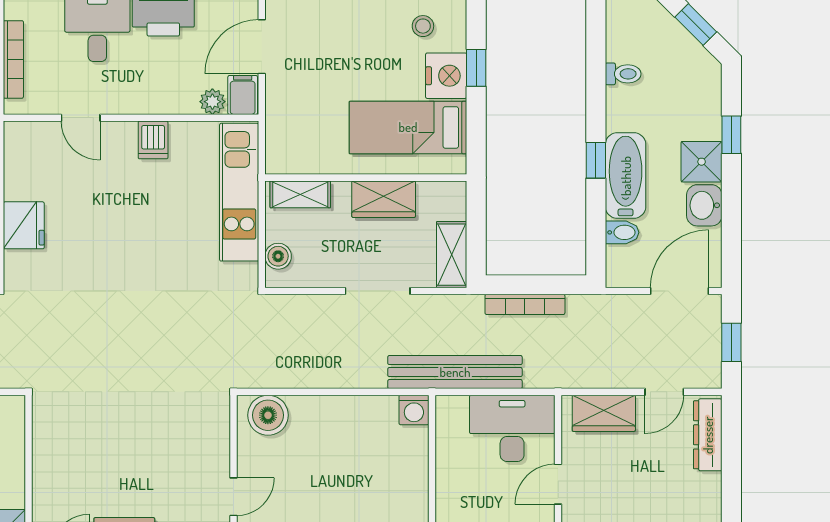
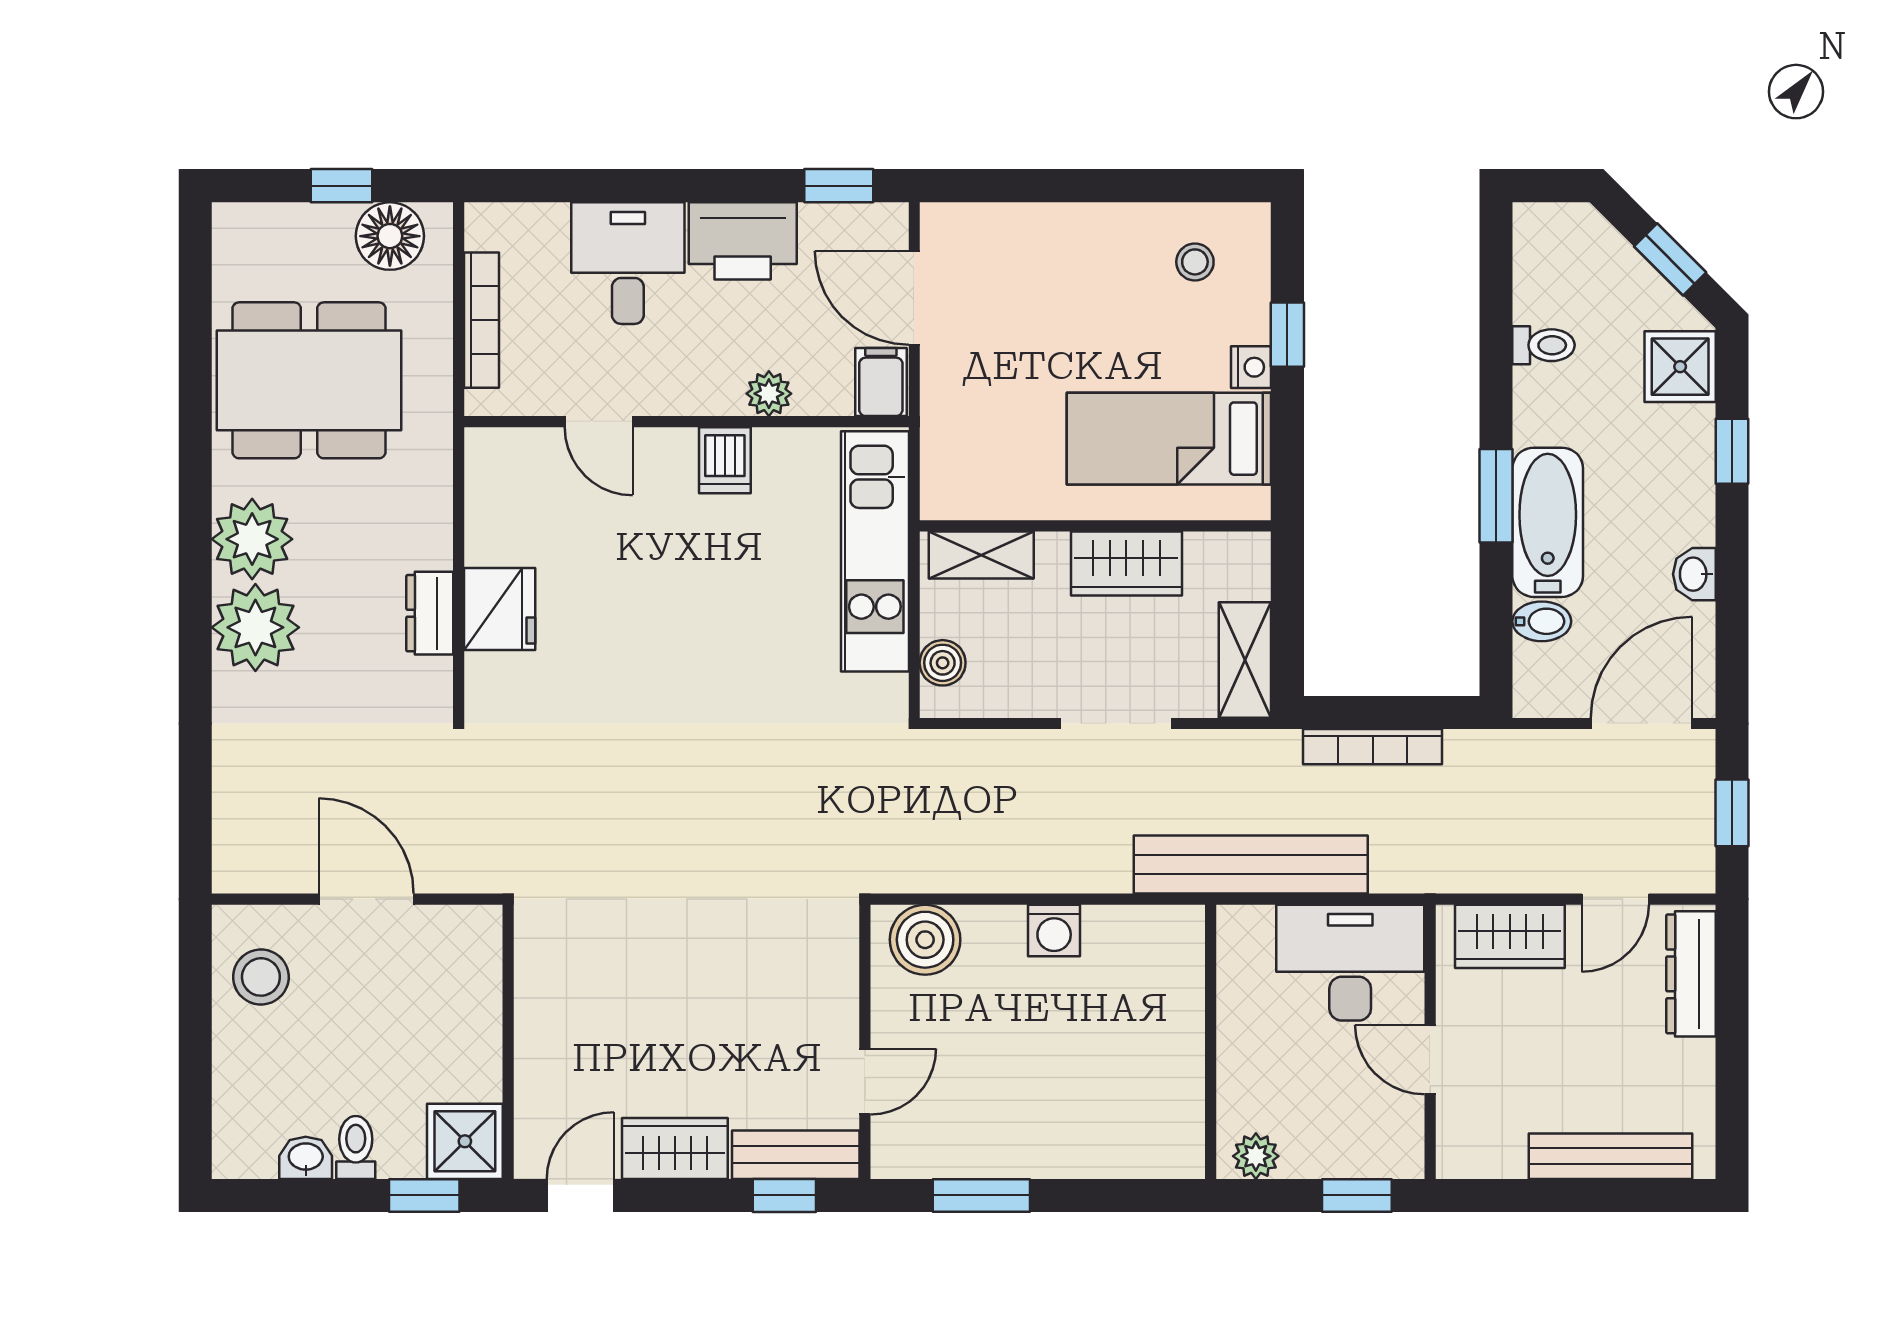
door: (262, 47) -> (914, 298), hinge flipped
nightstand: (446, 76) -> (1251, 367), width x0.53, depth x0.56
plant: (212, 102) -> (769, 394), moved
window: (596, 160) -> (1496, 496), width x1.50
shower: (702, 162) -> (1680, 367), moved
washbasin: (704, 205) -> (1694, 574), width x0.72, depth x0.69
washing machine: (414, 410) -> (1054, 930), moved
door: (558, 484) -> (1430, 1060), hinge flipped

